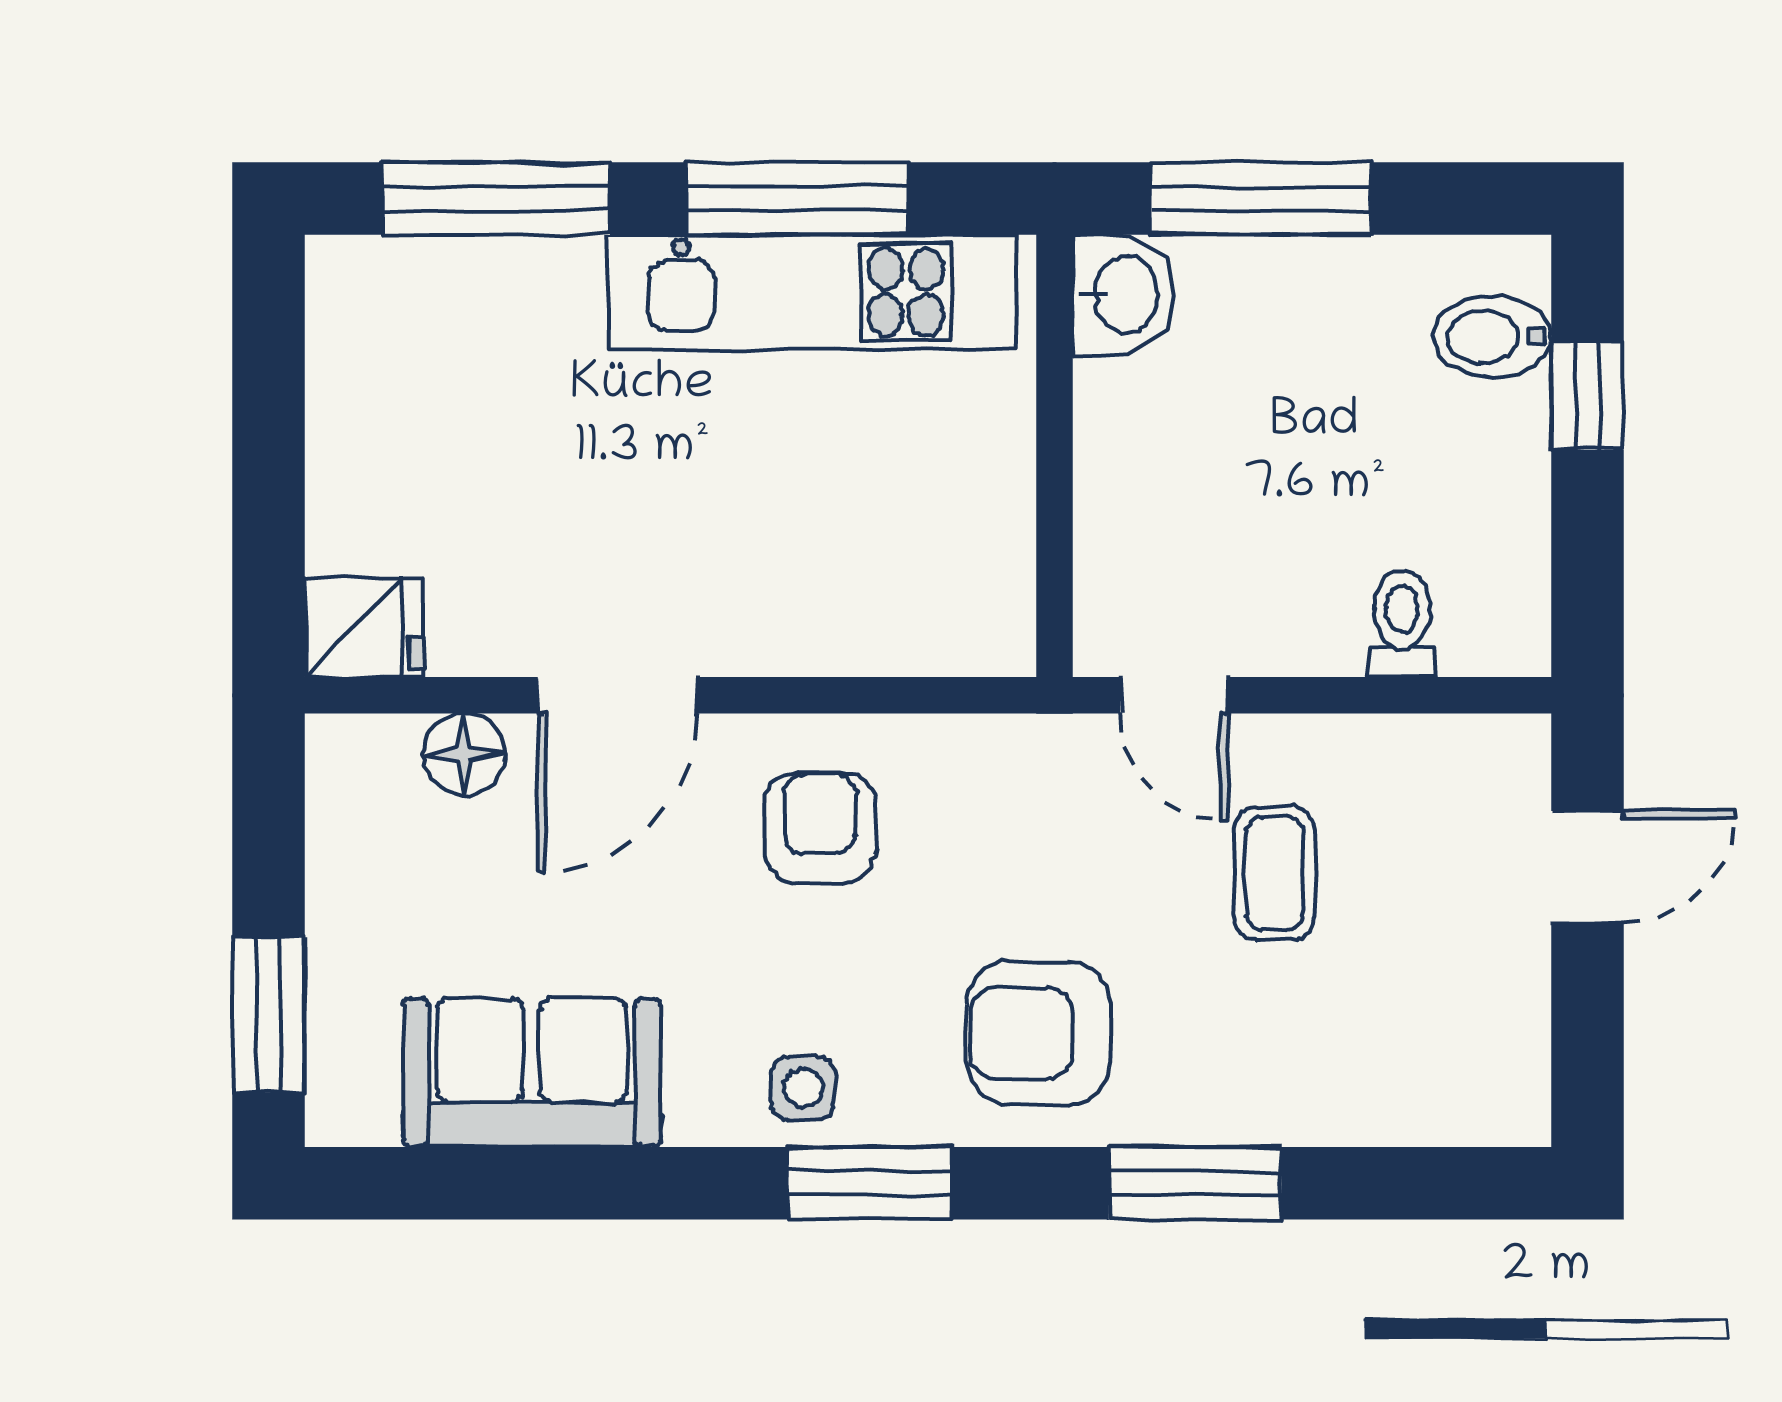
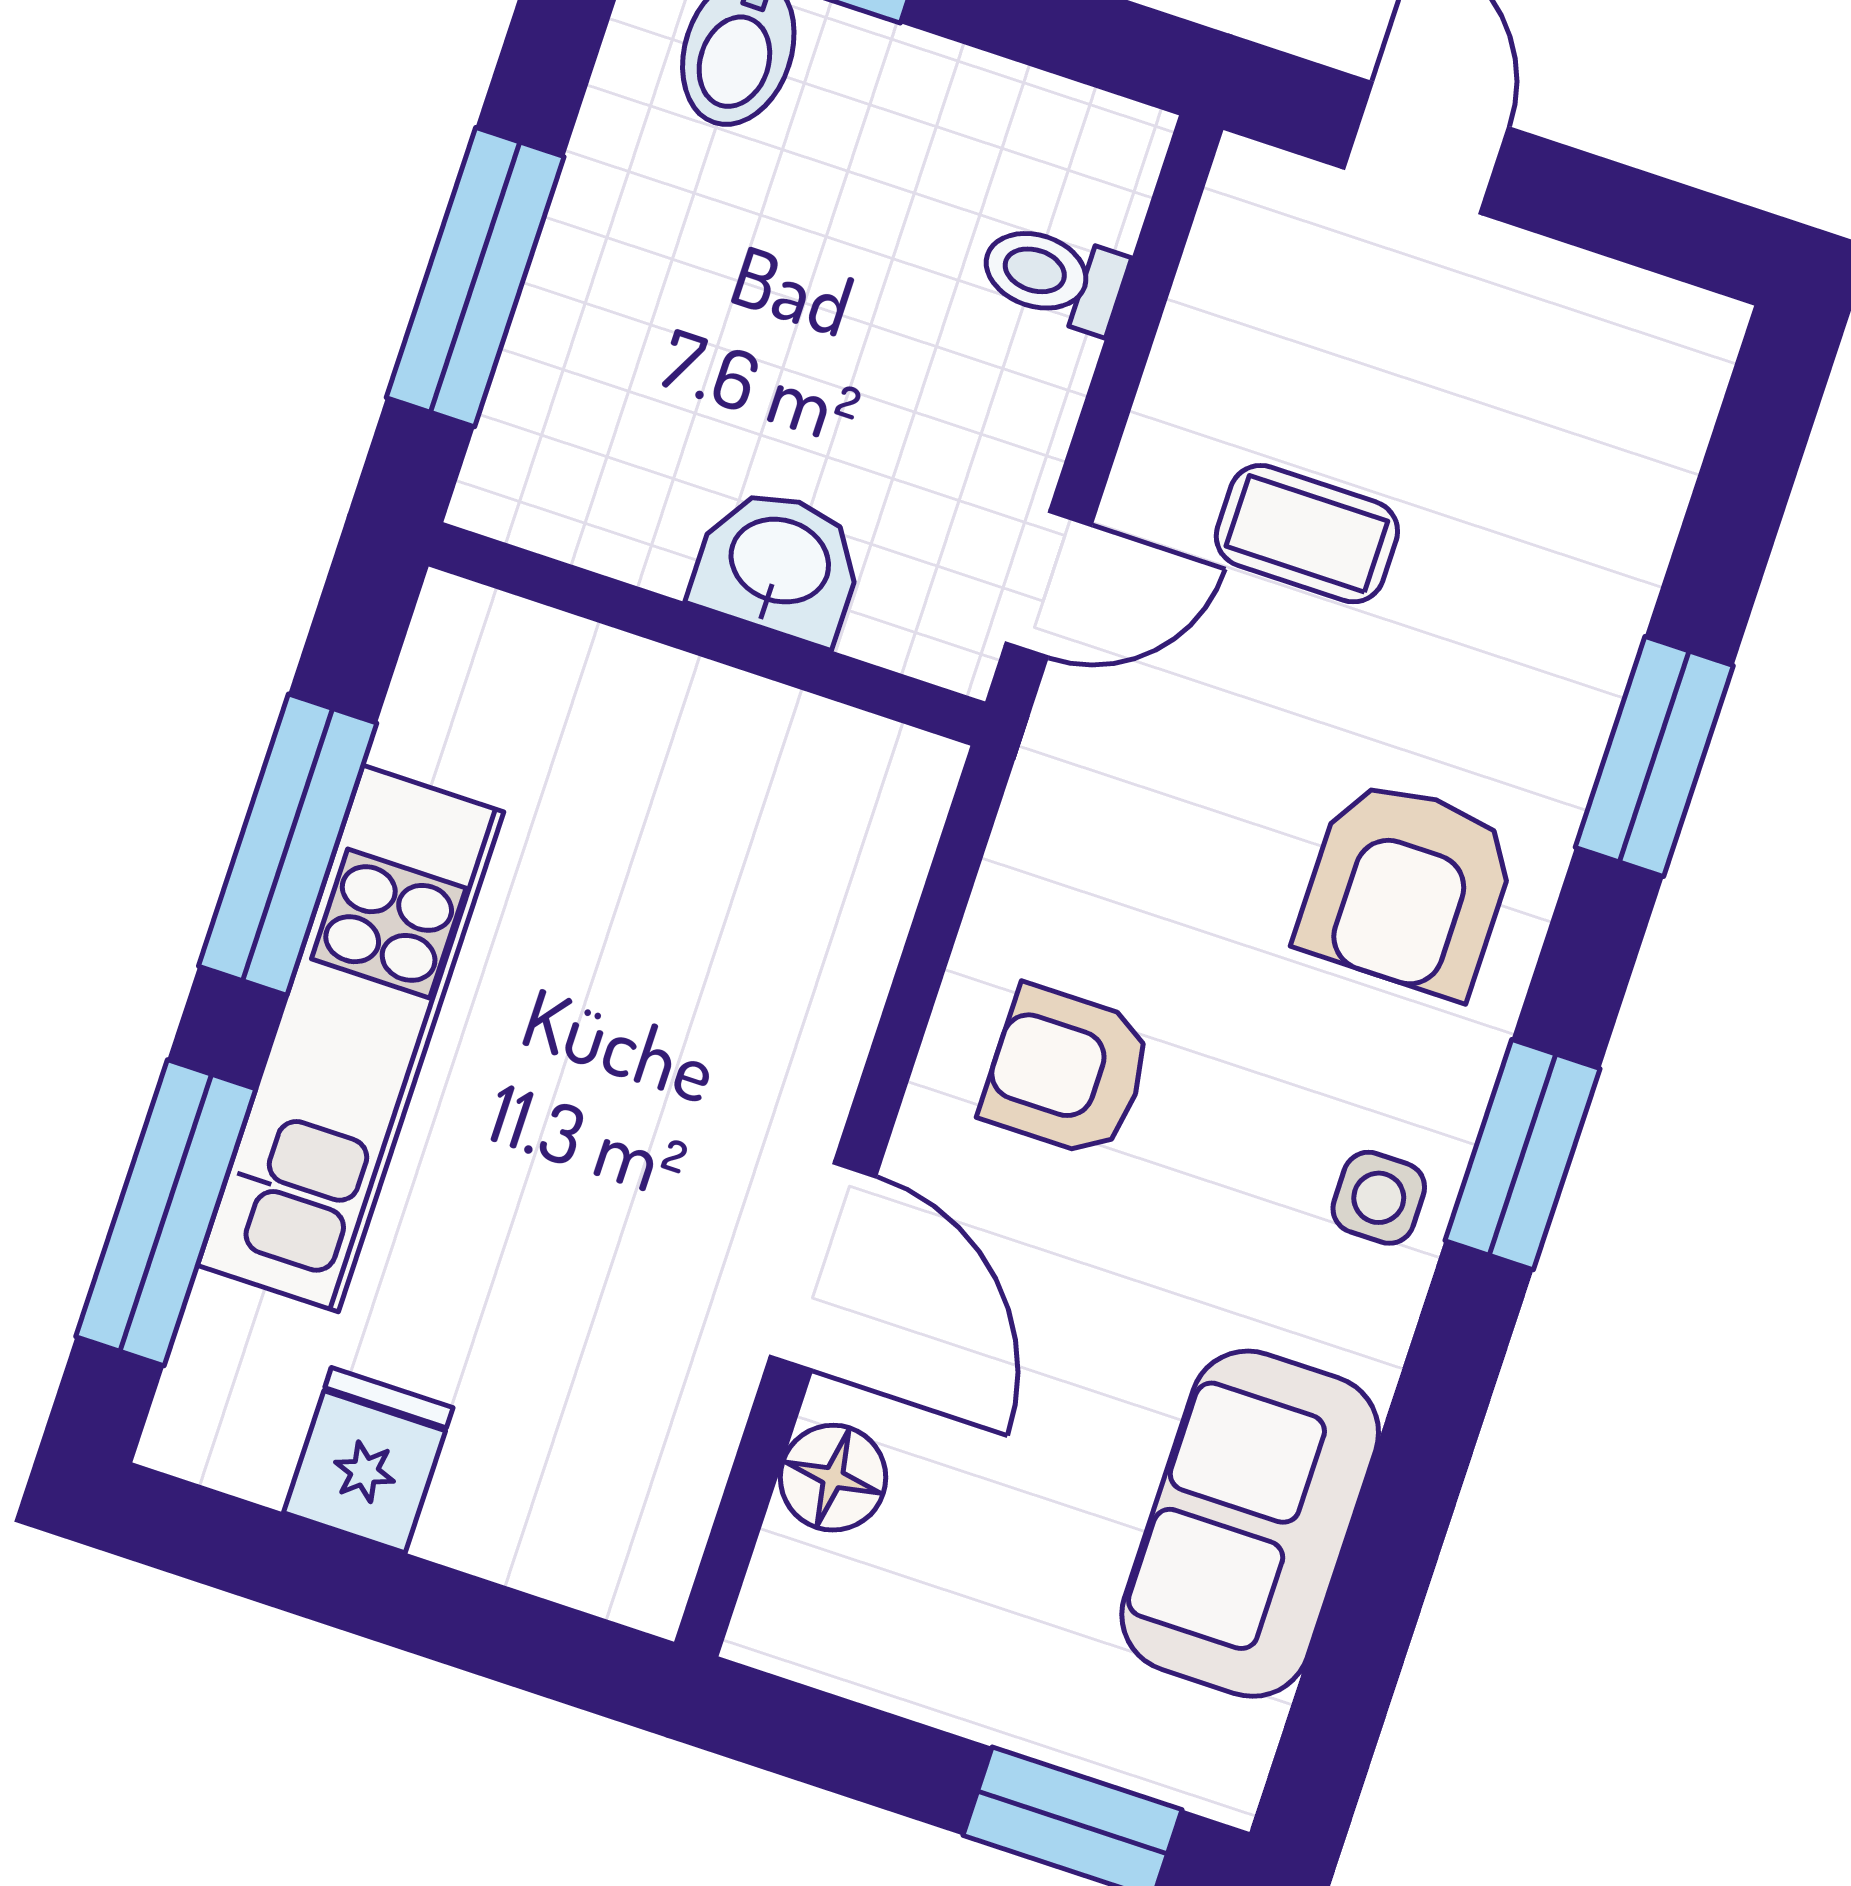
kitchen unit: (812, 292) -> (351, 1039), moved
washbasin: (1123, 295) -> (779, 564), moved
fridge: (364, 628) -> (368, 1460), moved

